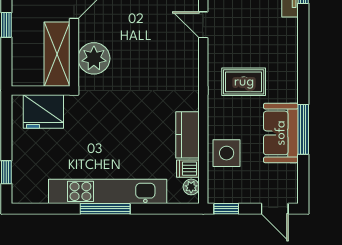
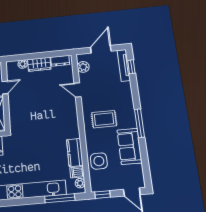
plant: (94, 58) -> (18, 114), removed
window: (303, 129) -> (139, 123), moved
window: (105, 209) -> (60, 198), moved

